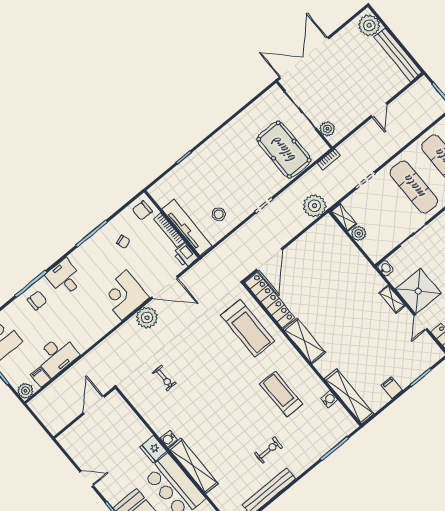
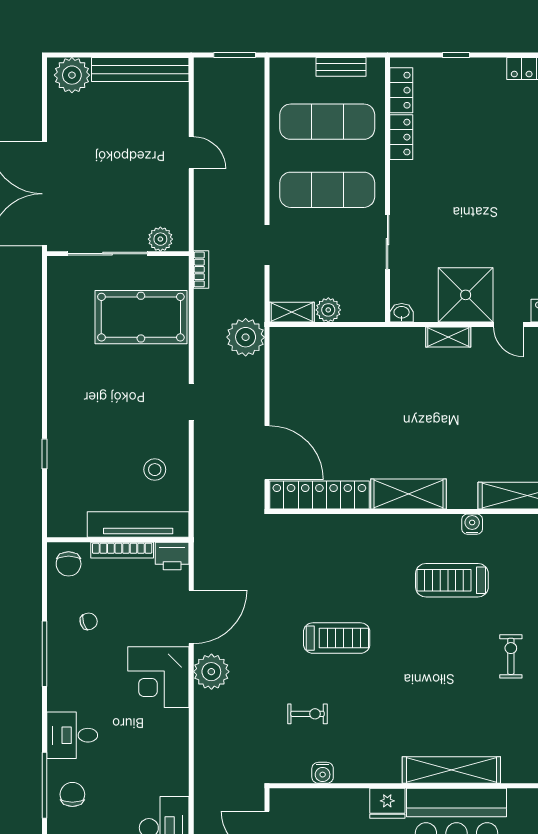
treadmill: (248, 328) -> (337, 638), moved, width x0.73, depth x0.73
water cooler: (329, 399) -> (472, 524), moved
water cooler: (168, 439) -> (323, 773), moved

